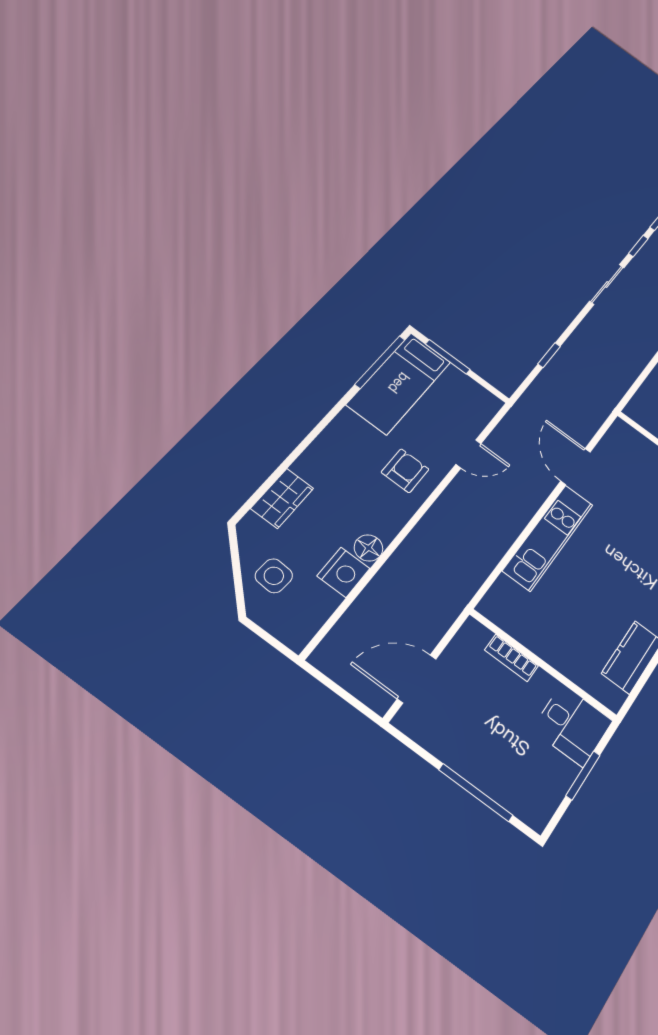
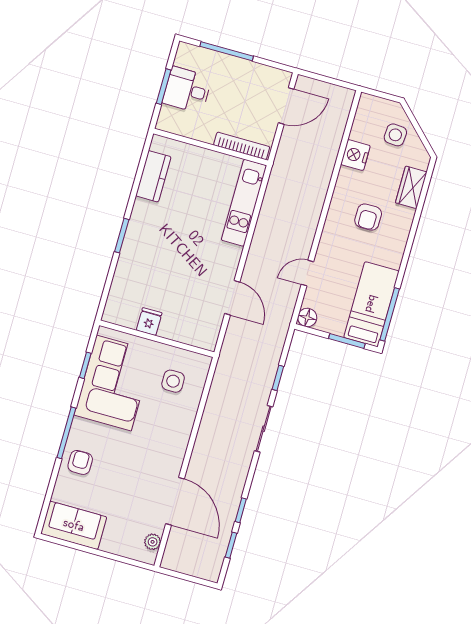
sliding door: (607, 284) -> (264, 429), moved
armchair: (405, 471) -> (368, 217), moved
kitchen unit: (548, 537) -> (244, 203), moved
floor lamp: (368, 548) -> (307, 318), moved
bookcase: (512, 658) -> (242, 146), width x1.56
desk: (572, 725) -> (187, 90), moved

